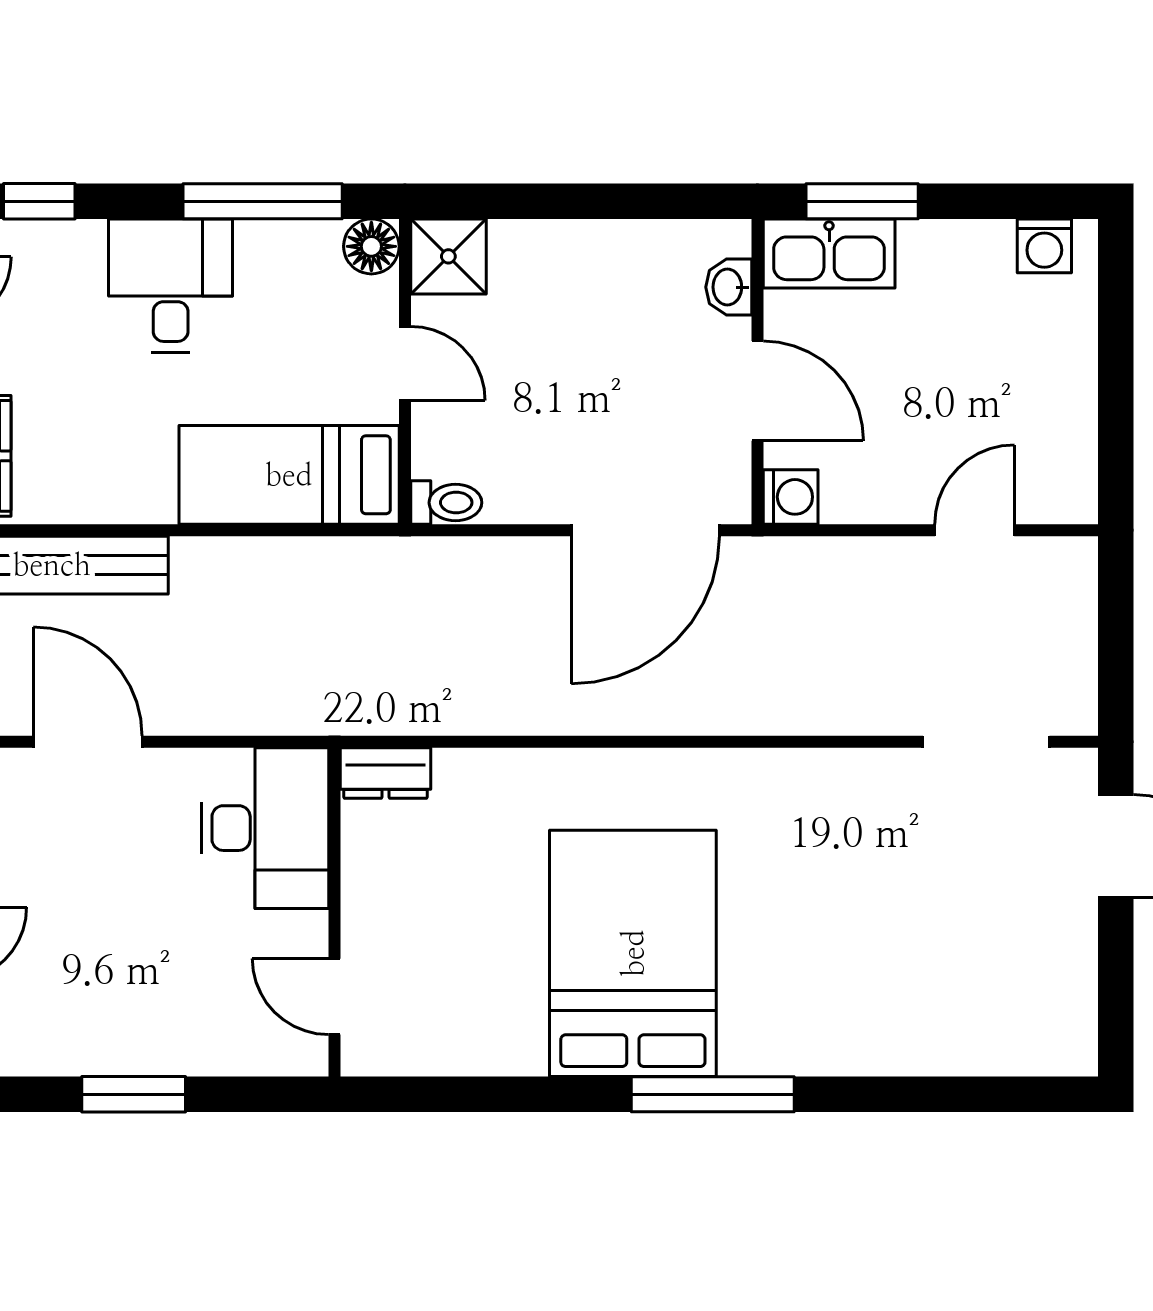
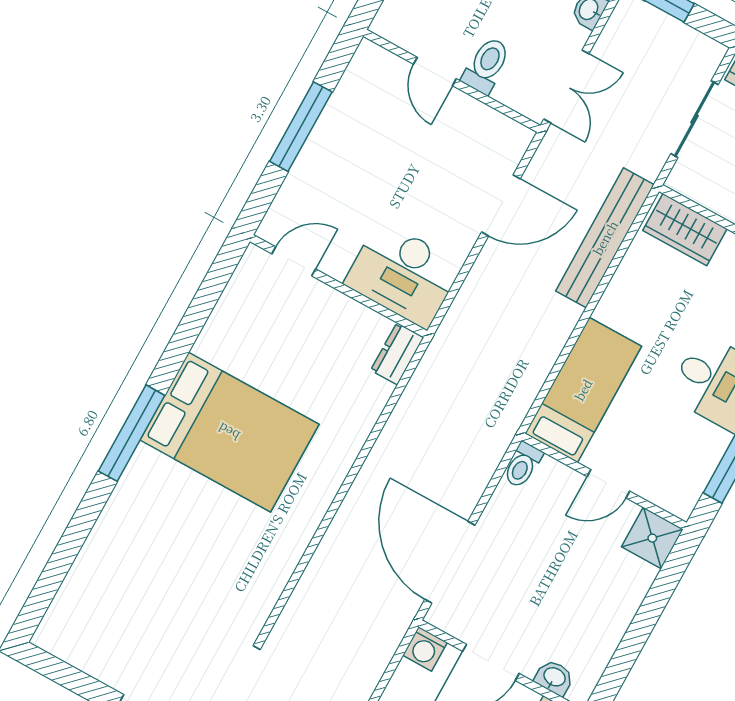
floor lamp: (371, 246) -> (680, 500), removed
window: (134, 1094) -> (301, 127), width x1.44

